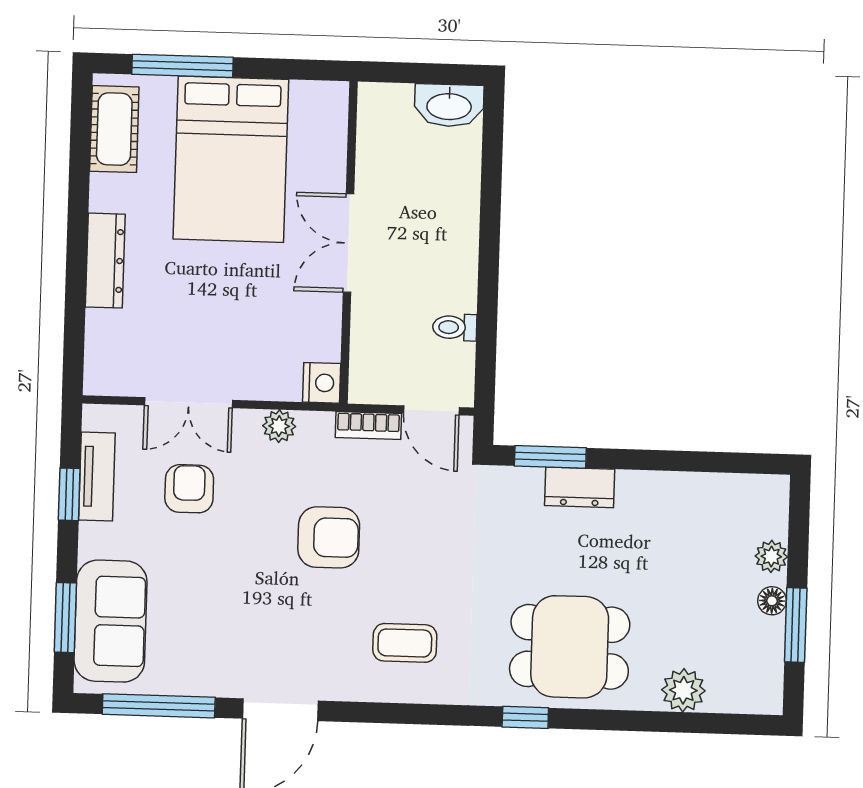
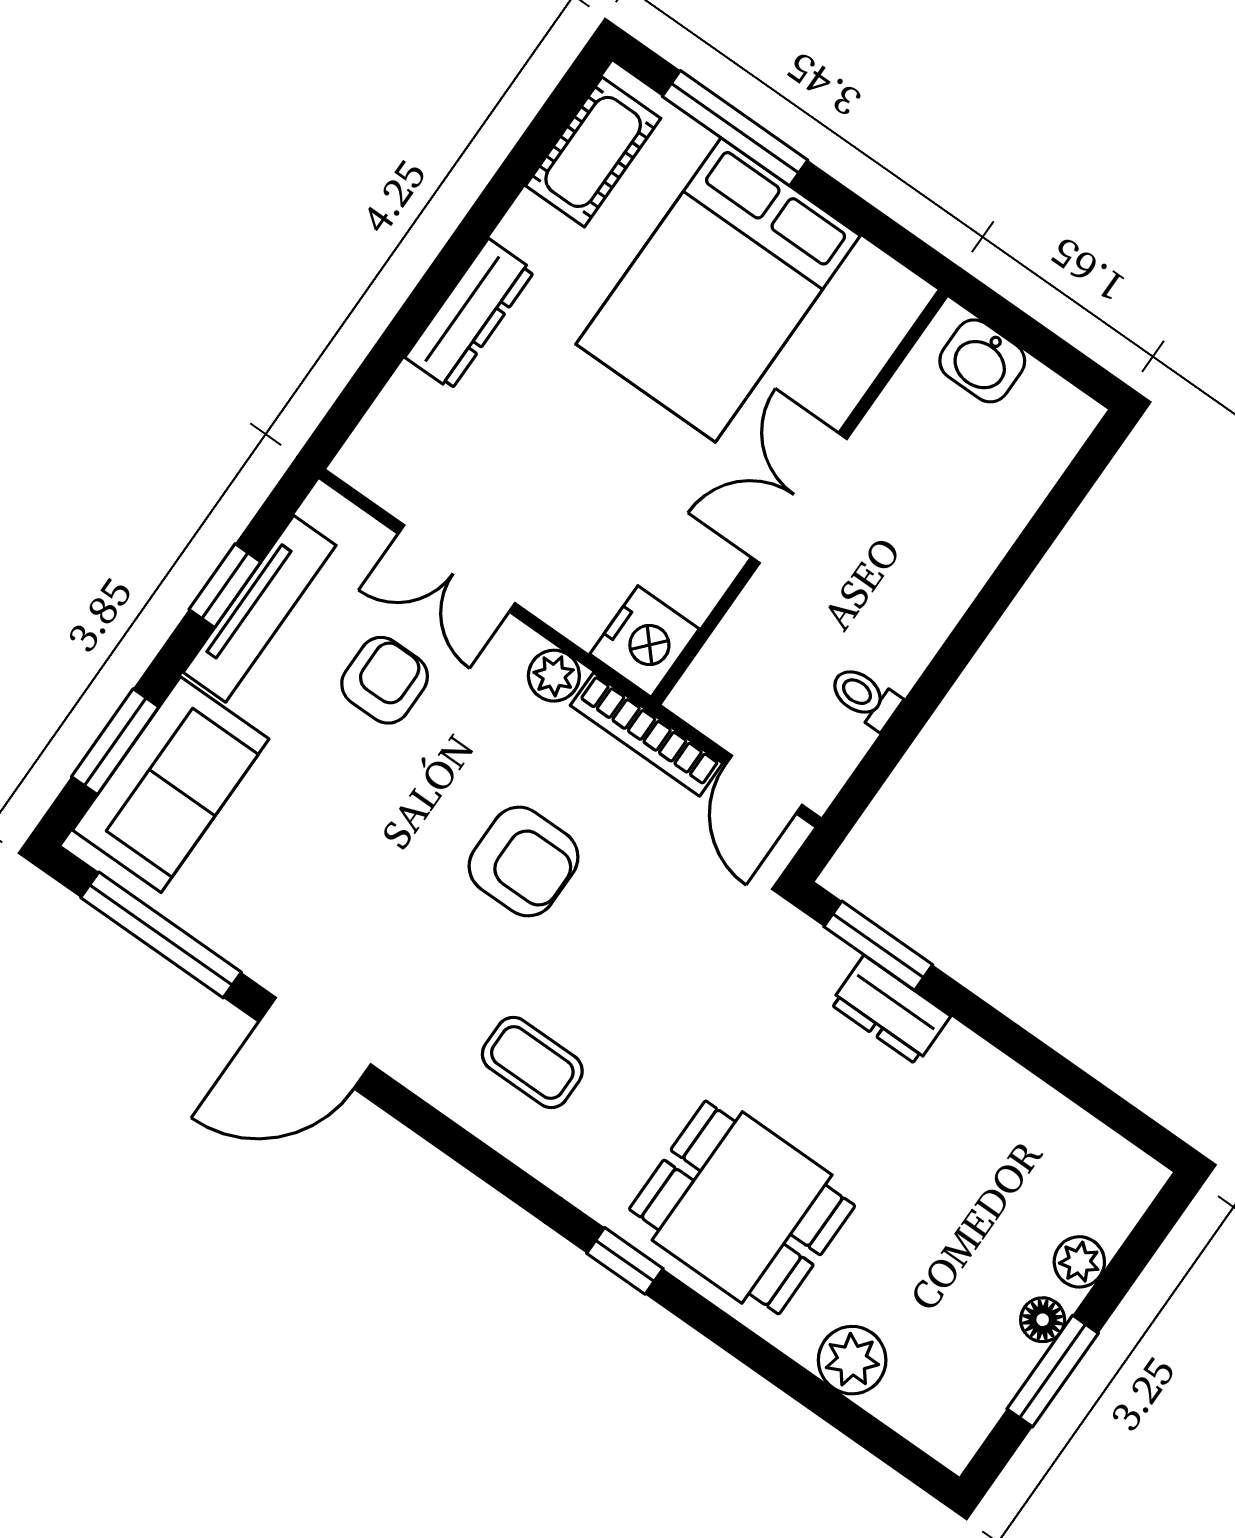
washbasin: (449, 105) -> (982, 361), moved, width x0.72
nightstand: (322, 383) -> (645, 642), width x1.36, depth x1.33
bookcase: (368, 426) -> (647, 734), width x1.56
tv unit: (97, 476) -> (260, 609), width x1.41

